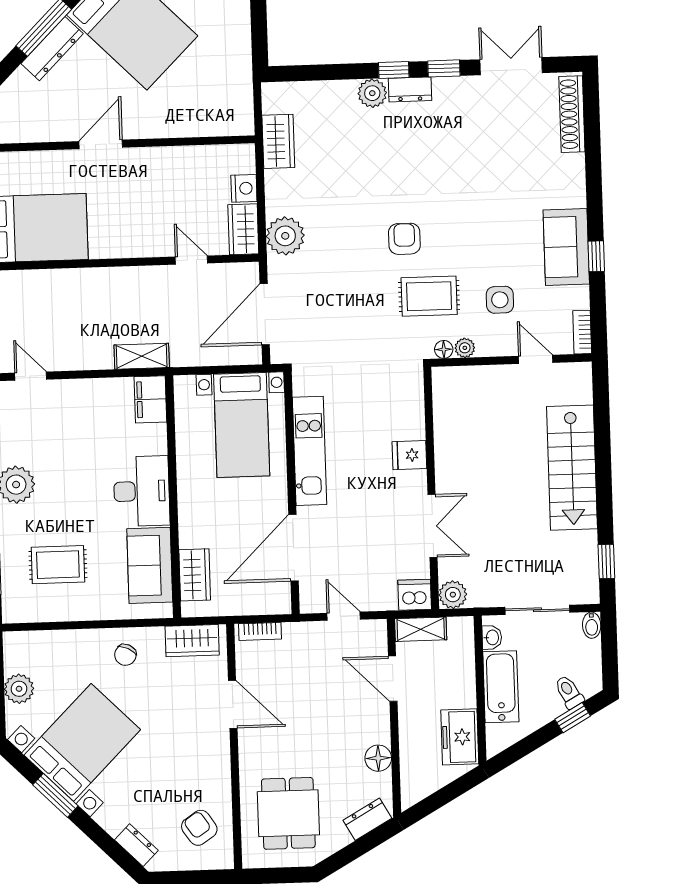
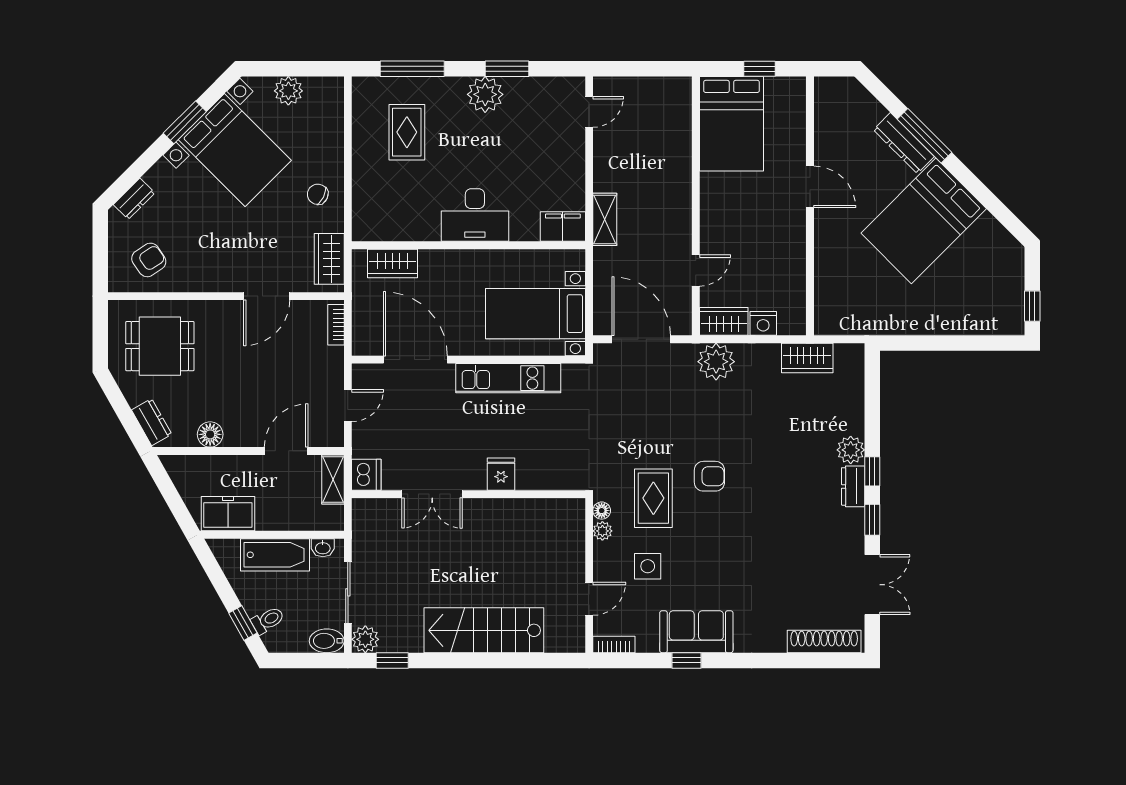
sofa: (150, 565) -> (403, 221), removed
plant: (453, 595) -> (365, 639), moved
bidet: (592, 625) -> (327, 641), width x1.38, depth x1.36

